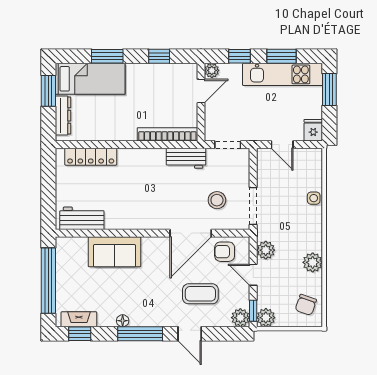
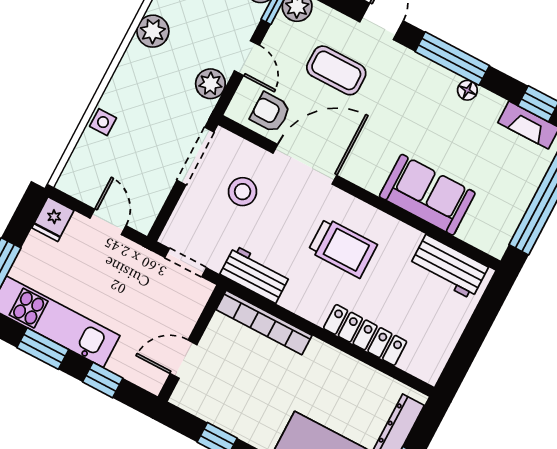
plant: (212, 70) -> (153, 380), removed
locker: (91, 157) -> (365, 335), moved
trolley: (146, 198) -> (343, 248), added
armchair: (225, 252) -> (270, 112), turned 180

